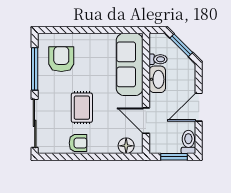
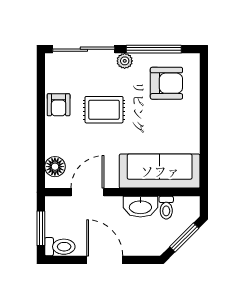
plant: (44, 92) -> (125, 61), added

